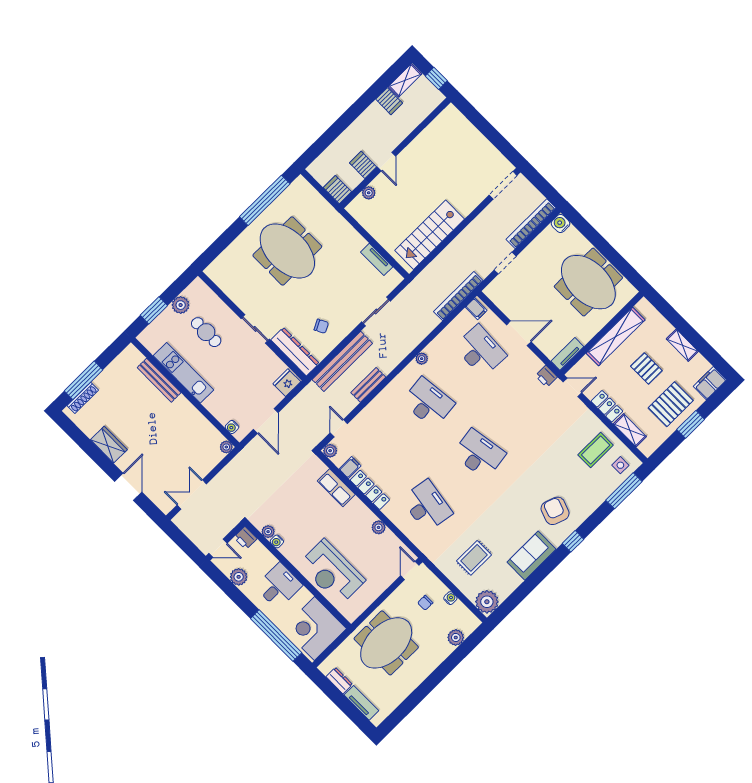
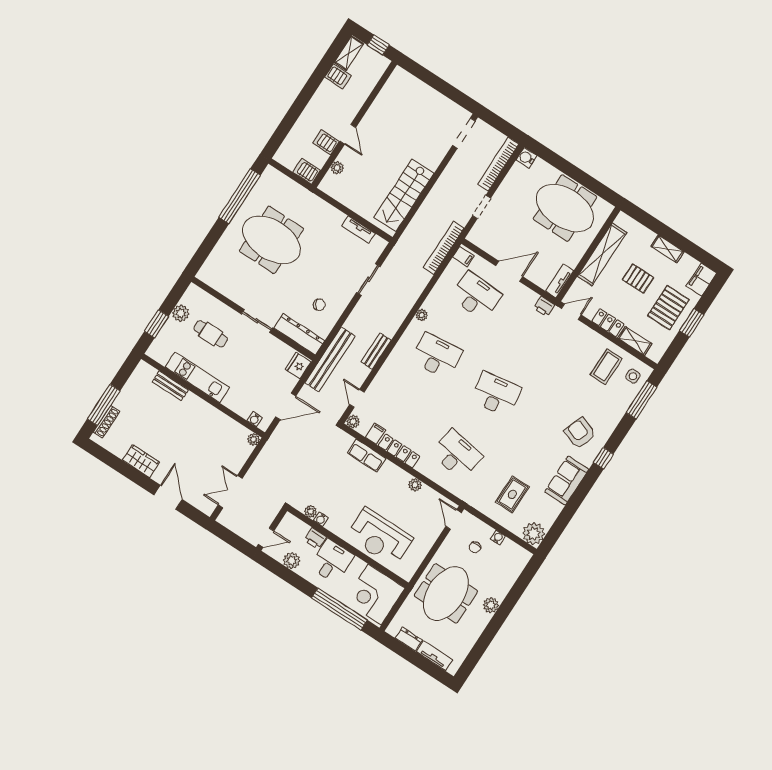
bench: (342, 361) -> (330, 359), moved
bench: (159, 380) -> (170, 386), width x0.73
door: (266, 421) -> (286, 406), hinge flipped
printer: (245, 538) -> (315, 539), moved
plant: (456, 637) -> (491, 605), moved

